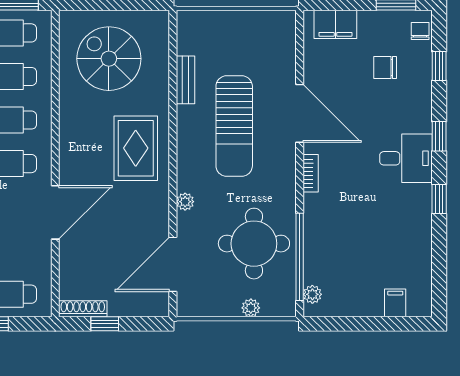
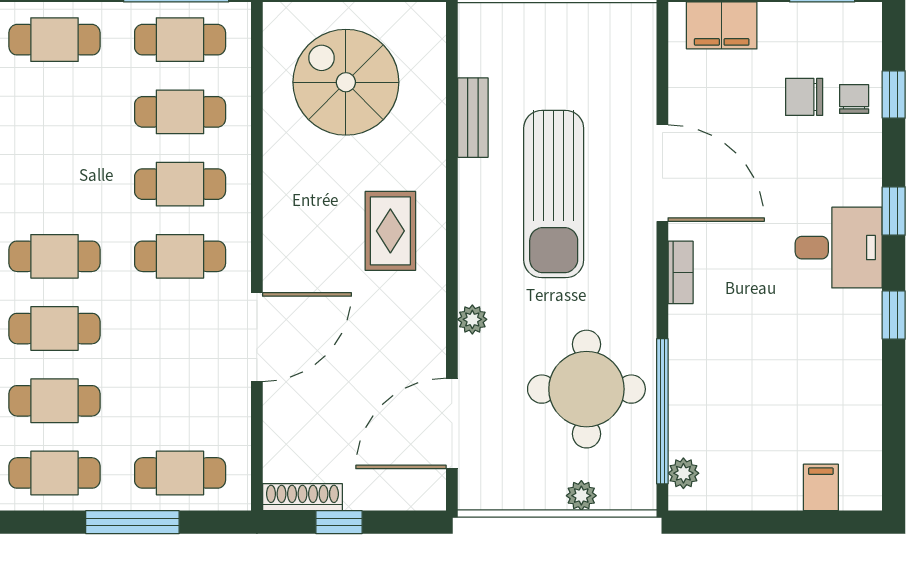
chair: (420, 31) -> (854, 99), moved
rug: (136, 148) -> (390, 231), width x0.73, depth x0.70

